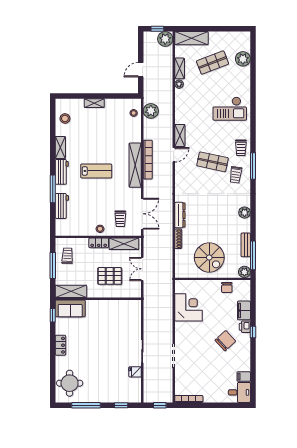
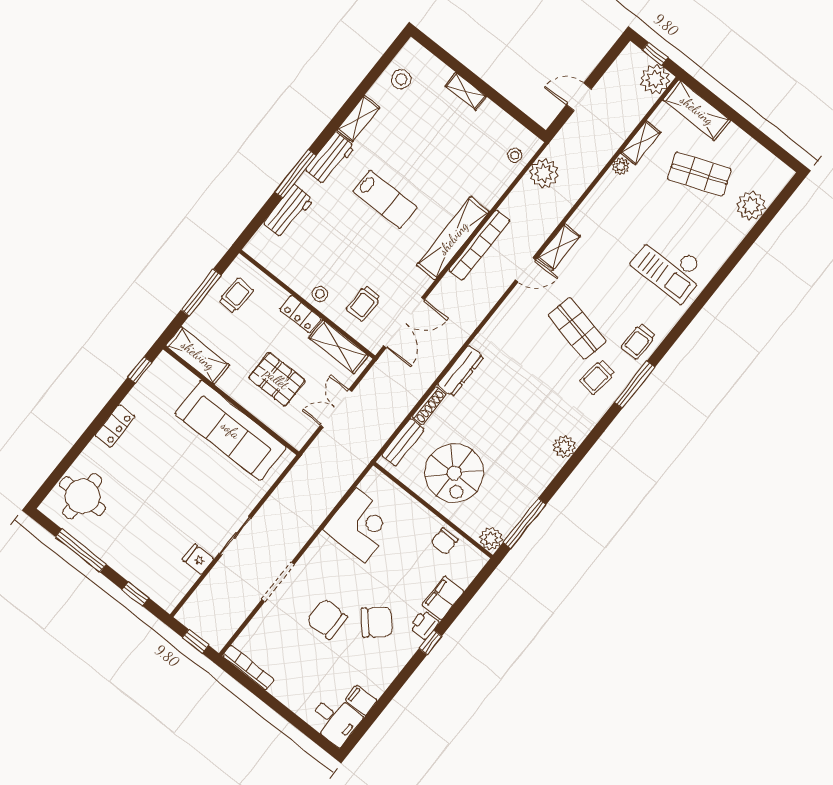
bench: (246, 245) -> (403, 442), moved
sofa: (70, 308) -> (231, 430), moved, width x1.85, depth x1.27
chair: (205, 355) -> (327, 619), added

